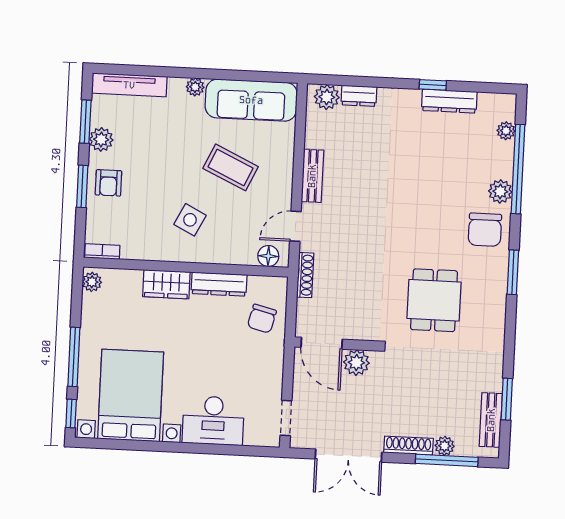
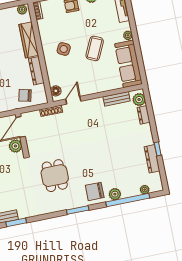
coffee table: (231, 167) -> (95, 48), moved
bench: (312, 176) -> (117, 99), moved
door: (295, 226) -> (73, 100), hinge flipped
wardrobe: (166, 284) -> (29, 40), width x1.50
dining table: (434, 300) -> (55, 176), turned 90

